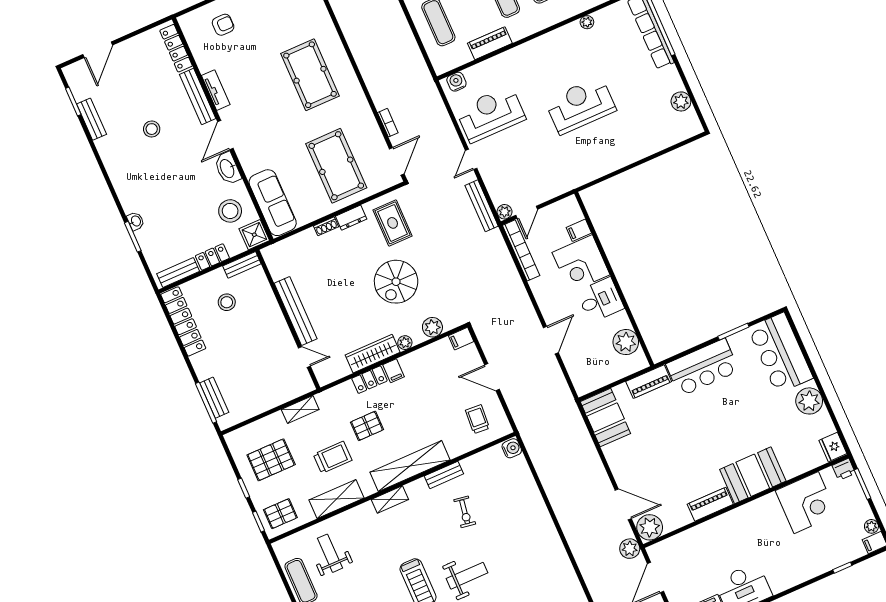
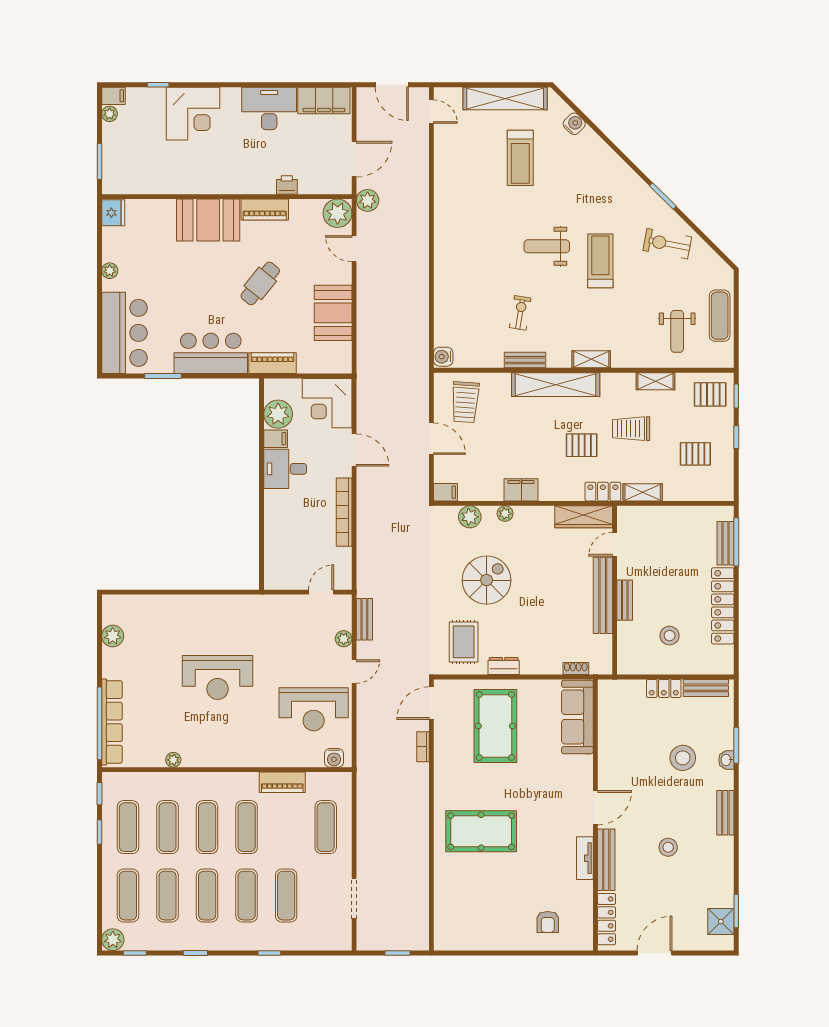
armchair: (223, 25) -> (548, 922), turned -90
door: (98, 50) -> (654, 953), moved
pool table: (310, 75) -> (481, 831), turned 90
bench: (92, 119) -> (725, 813), moved
washbasin: (228, 168) -> (608, 773), removed
bench: (482, 206) -> (364, 619), width x0.73
stool: (230, 211) -> (683, 758), moved
plant: (504, 212) -> (344, 639), moved
shoe rack: (326, 226) -> (576, 669), moved
filing cabinet: (579, 230) -> (276, 439), moved
shower: (254, 235) -> (721, 921), moved
bookcase: (521, 250) -> (344, 512), moved
corner desk: (581, 264) -> (327, 403), moved, turned 180
bench: (242, 265) -> (625, 600), moved, turned 90
locker: (183, 321) -> (723, 606), moved
door: (551, 340) -> (354, 450), swing flipped
wardrobe: (373, 354) -> (584, 517), moved
door: (304, 357) -> (615, 544), hinge flipped
filing cabinet: (393, 371) -> (521, 490), width x2.00
locker: (369, 380) -> (603, 492), moved
plant: (809, 401) -> (110, 271), width x0.53, depth x0.53
booth: (605, 418) -> (333, 313), moved
trolley: (477, 419) -> (465, 402), width x1.36, depth x1.39
cafe table: (687, 442) -> (260, 283), added
pallet: (271, 460) -> (695, 454), width x0.67, depth x0.71
printer: (844, 469) -> (287, 185), moved
shelving: (337, 499) -> (655, 381), width x0.67, depth x0.75
corner desk: (806, 503) -> (193, 114), moved, turned 180
door: (623, 504) -> (354, 249), width x0.73

